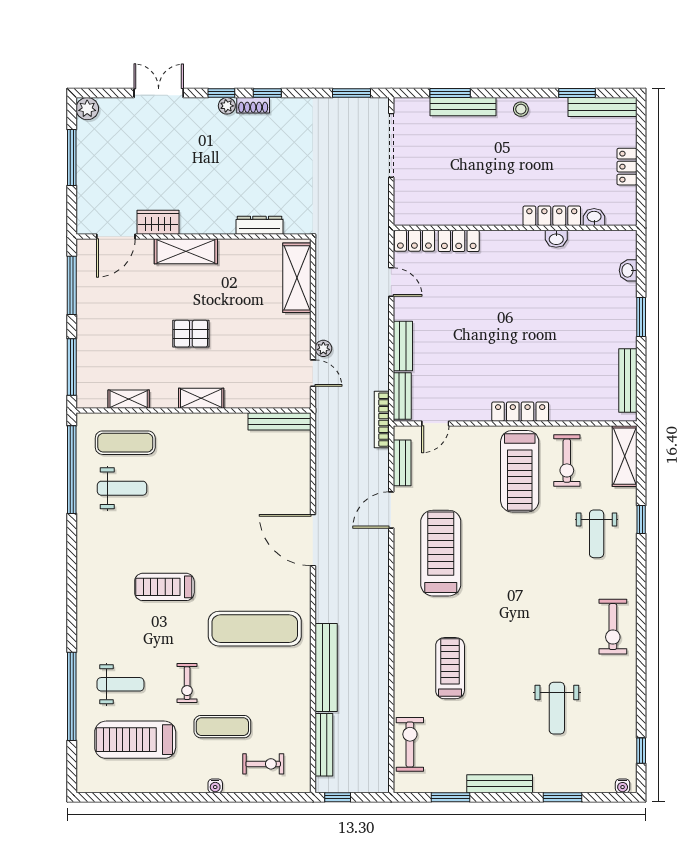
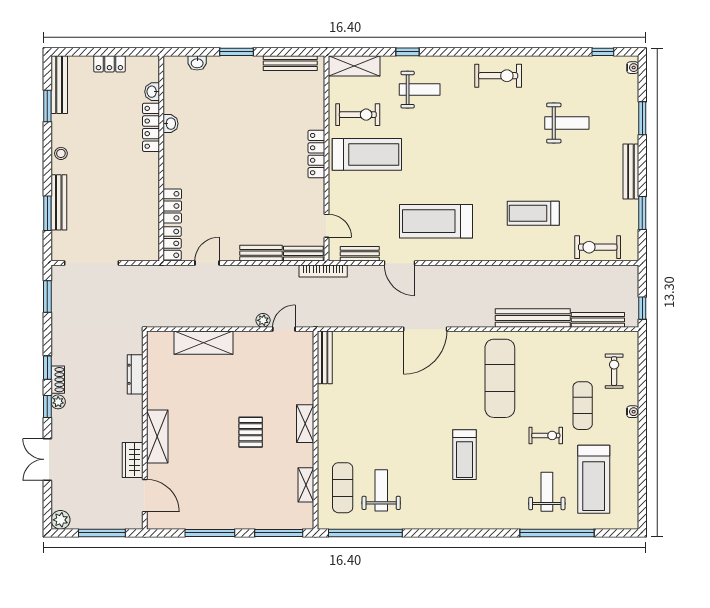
wardrobe: (158, 222) -> (133, 460), moved
dresser: (259, 225) -> (135, 374), moved
door: (116, 237) -> (145, 496), moved
wall: (193, 237) -> (145, 430), moved
shelving: (186, 251) -> (157, 436), moved

